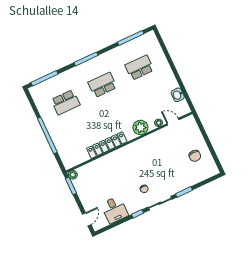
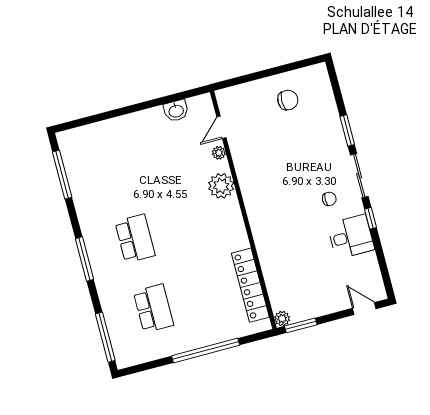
school desk: (139, 68) -> (117, 169), removed
school desk: (102, 85) -> (135, 239), turned 180
locker: (107, 145) -> (250, 285), moved
desk: (115, 210) -> (351, 237), moved

